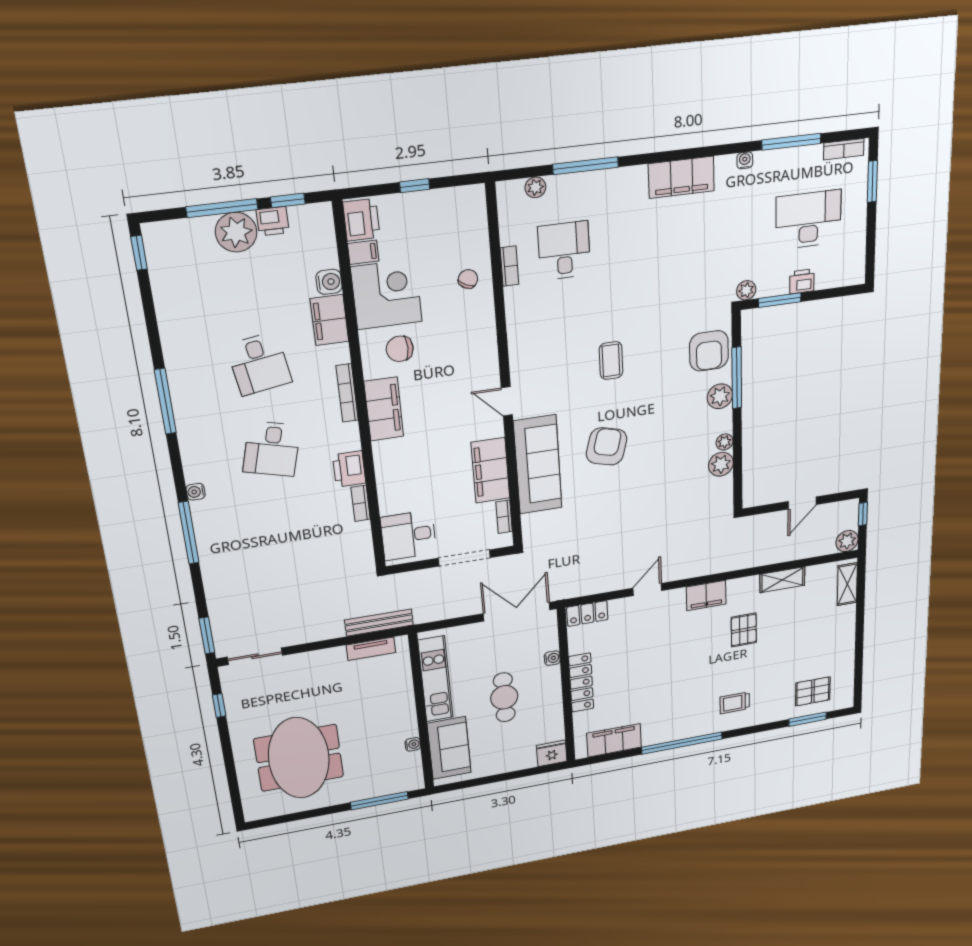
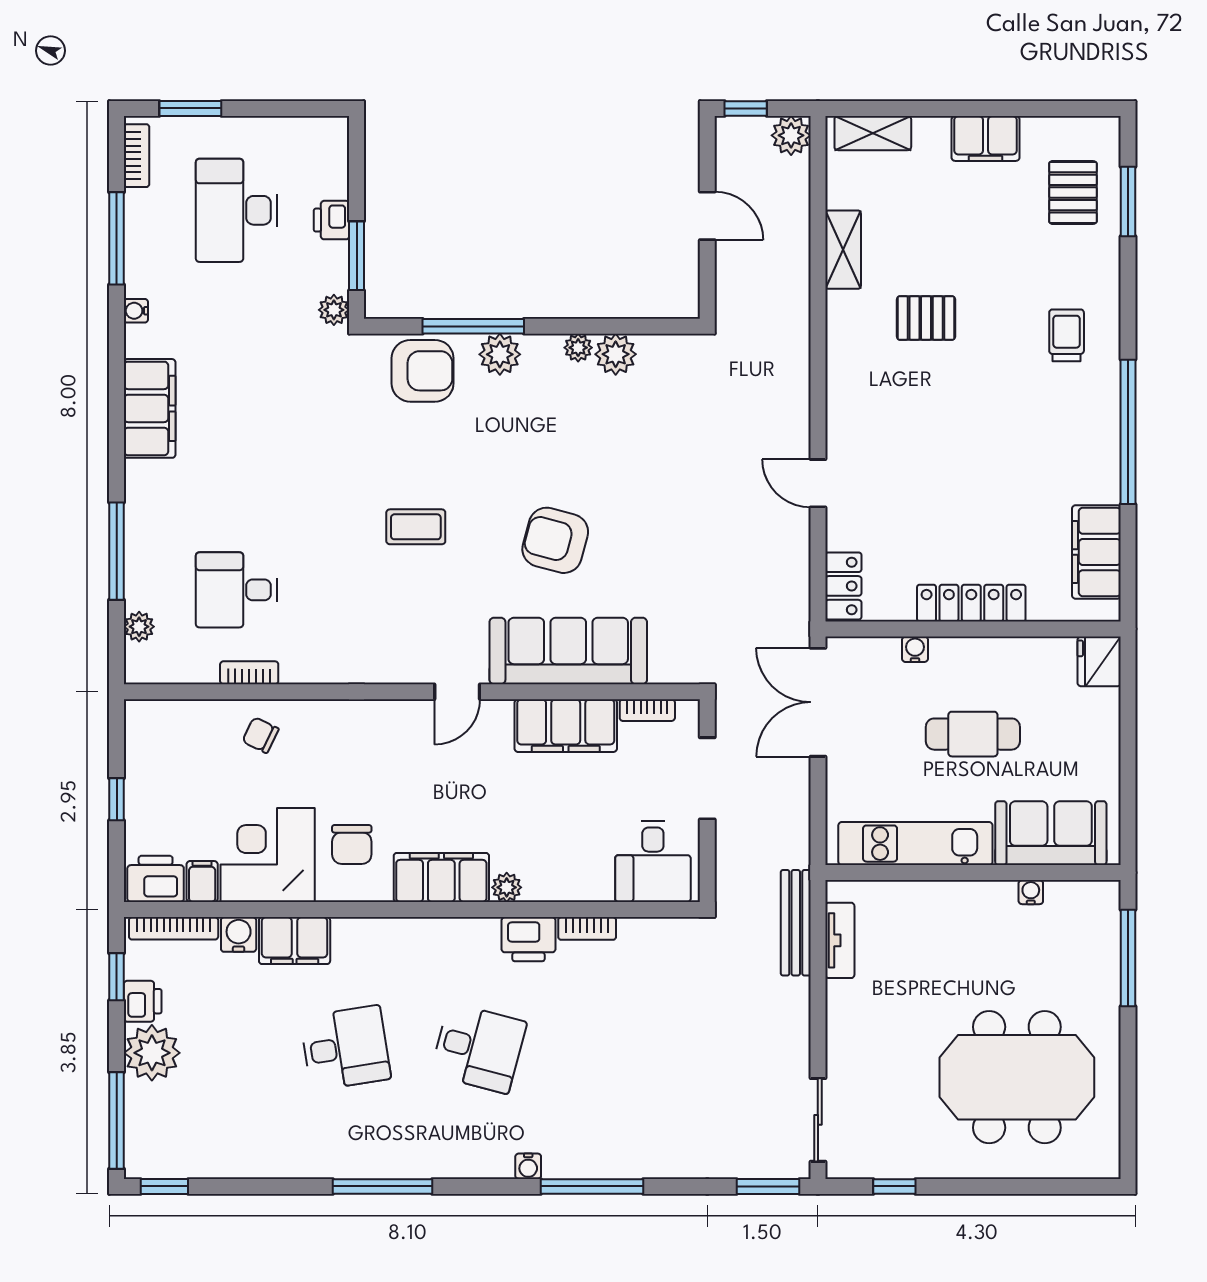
window: (222, 208) -> (117, 1121), moved
bookcase: (347, 393) -> (174, 928), moved
plant: (382, 450) -> (507, 887), added
filing cabinet: (706, 595) -> (986, 138), moved, turned 90
trolley: (735, 703) -> (1067, 335), turned 180

